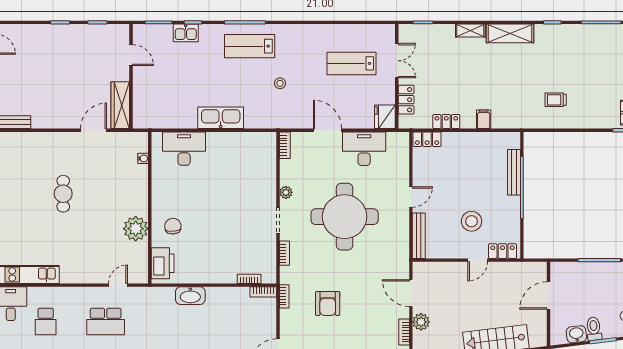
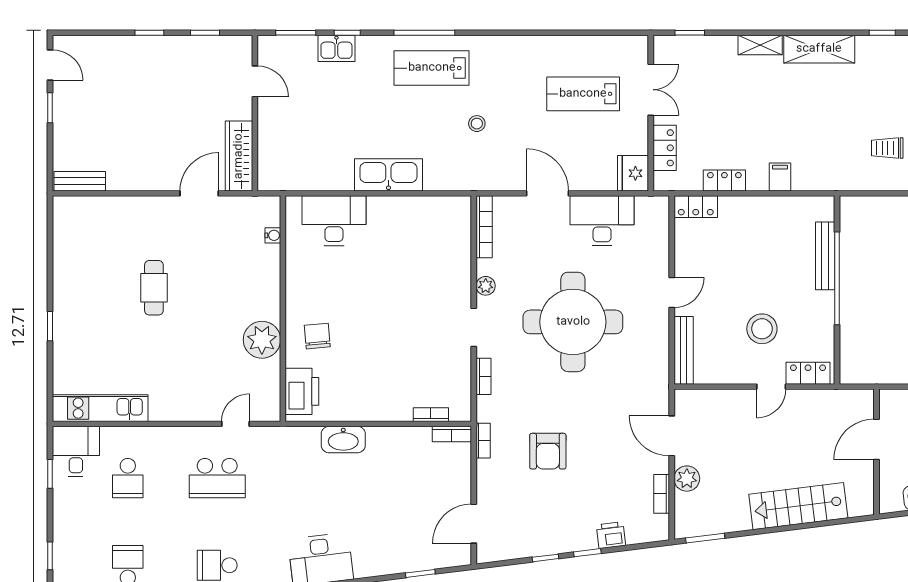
bookcase: (285, 145) -> (484, 227), width x1.56

